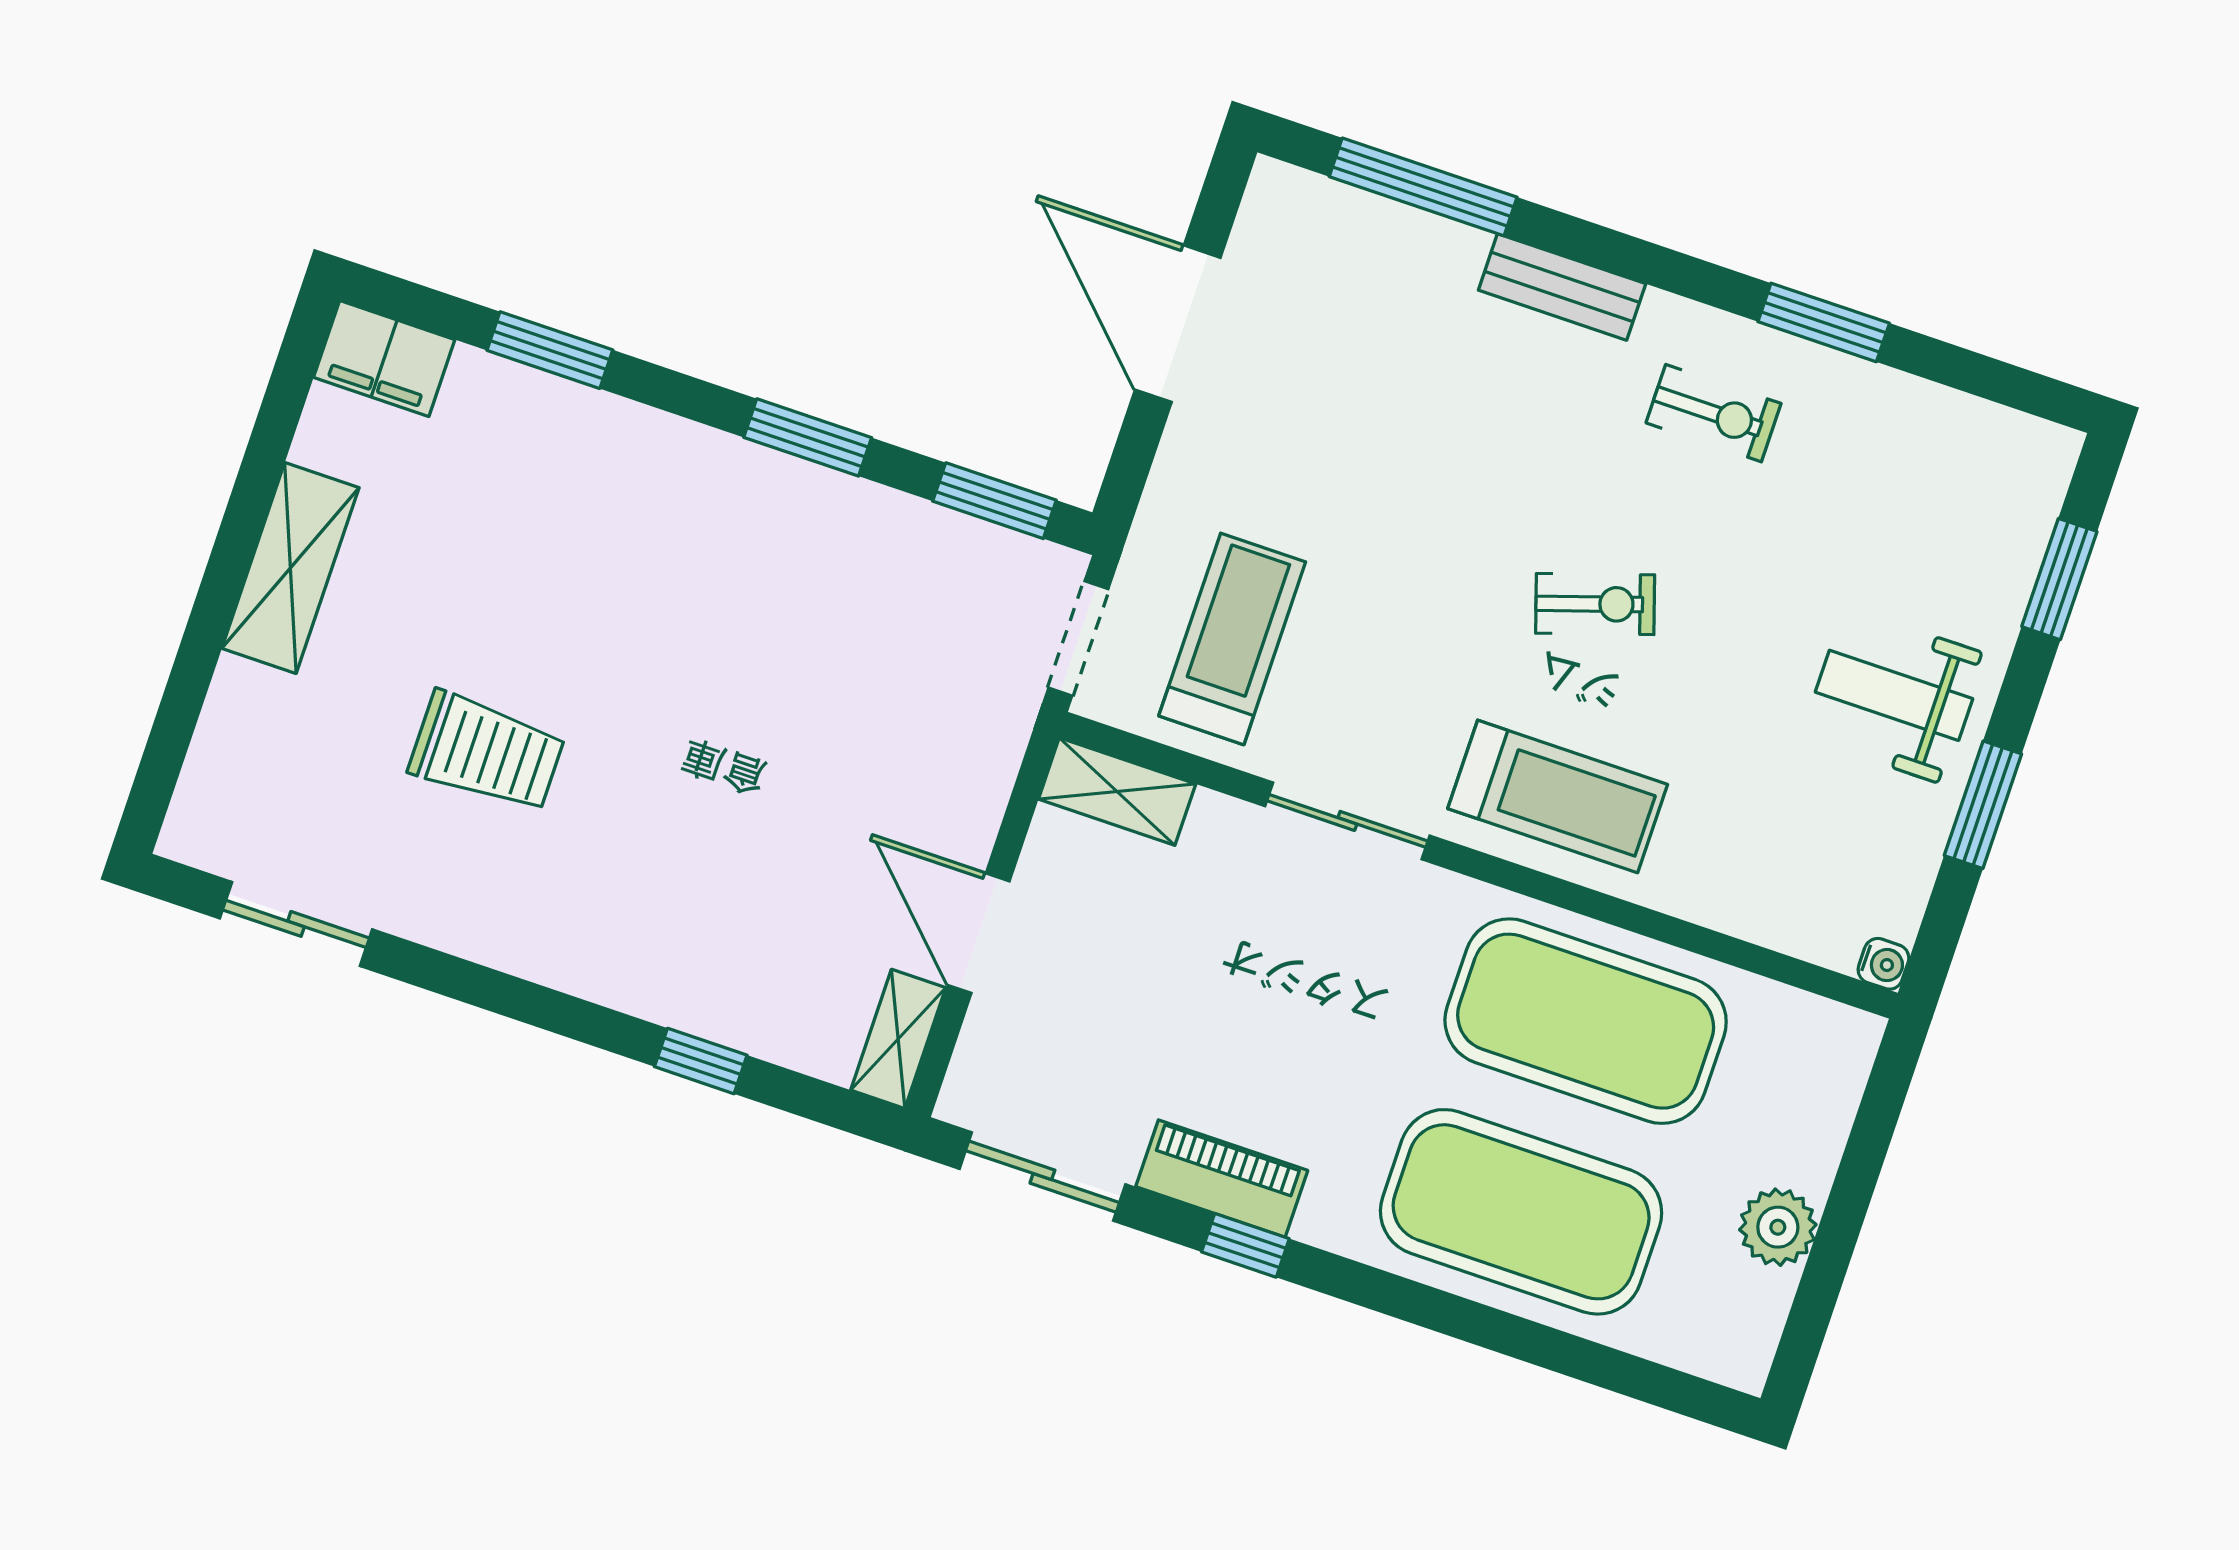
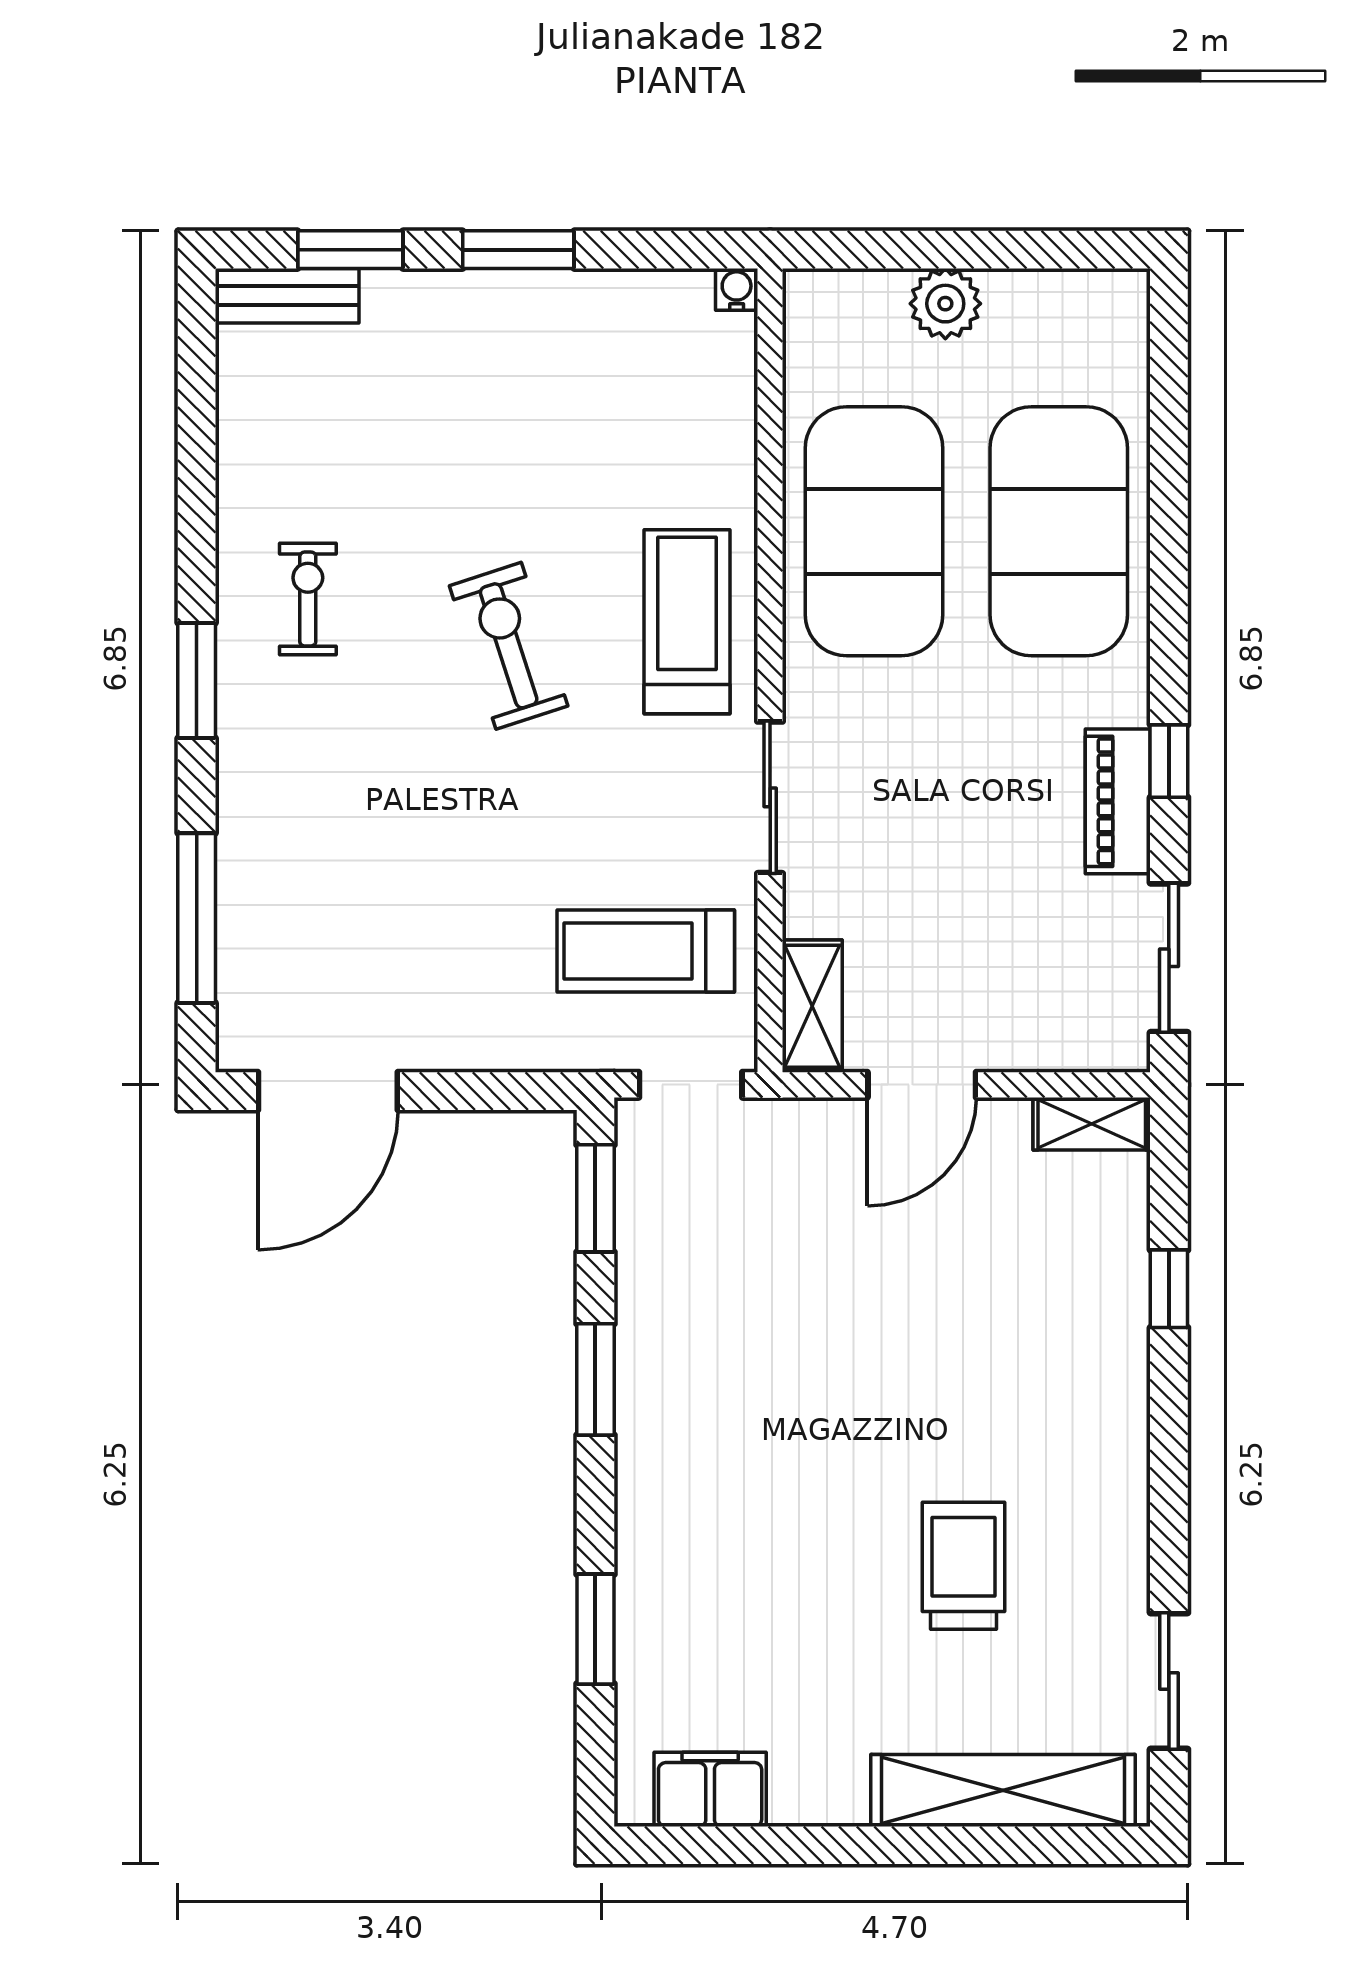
bench: (1562, 287) -> (287, 296), moved, turned 90
window: (1824, 322) -> (197, 681), moved
door: (1178, 324) -> (328, 1091), moved
filing cabinet: (384, 358) -> (710, 1789), moved, turned -90
shelving: (290, 568) -> (1003, 1791), moved, width x1.47
exercise bike: (1595, 604) -> (509, 646), width x1.38, depth x1.39
weight bench: (1894, 695) -> (500, 359), removed
window: (1983, 805) -> (518, 250), moved
door: (979, 933) -> (922, 1085), moved
plant: (1778, 1227) -> (945, 304), moved

